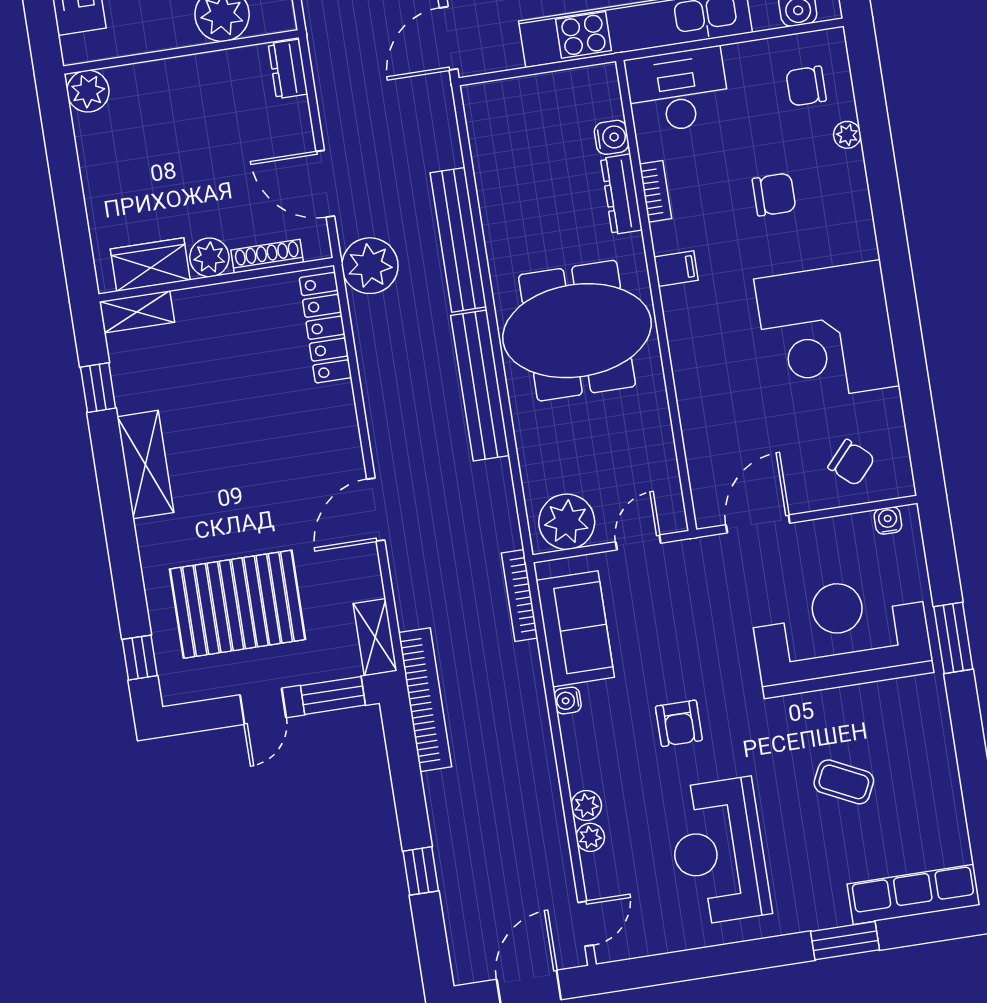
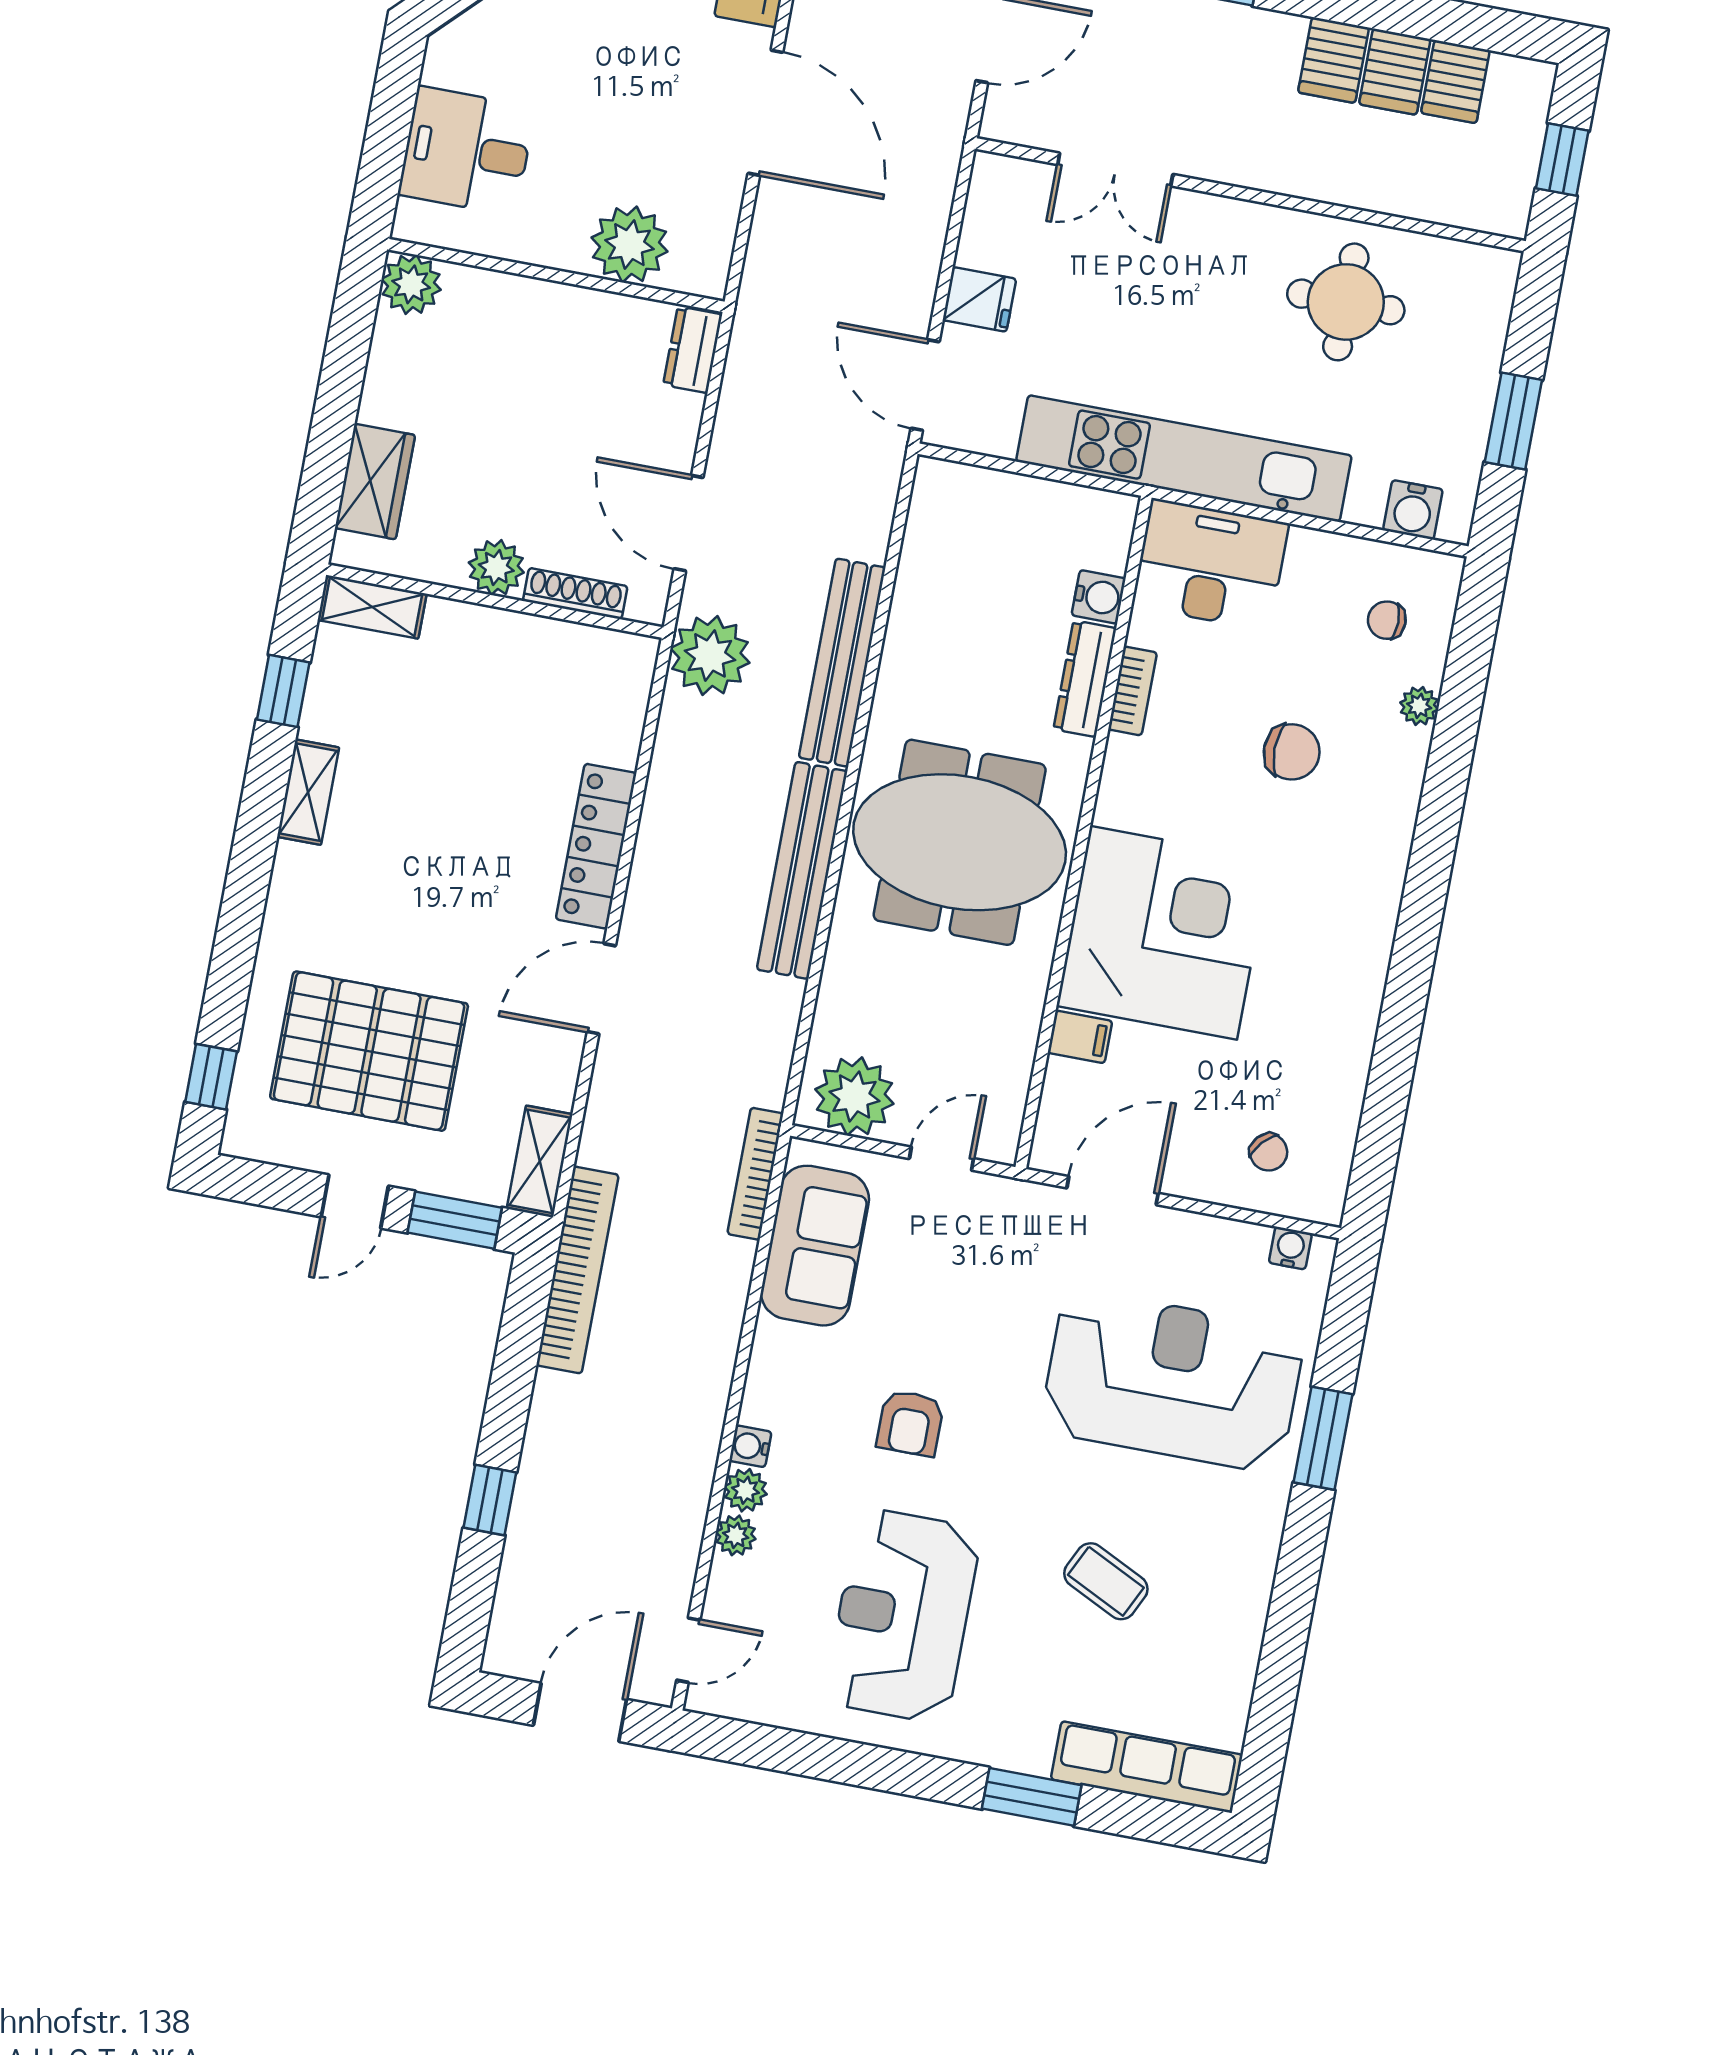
door: (449, 38) -> (925, 385), hinge flipped
chair: (806, 86) -> (1387, 620), width x0.73, depth x0.73
wardrobe: (150, 265) -> (375, 482), moved, turned 90
filing cabinet: (676, 269) -> (1080, 1037), moved
locker: (325, 328) -> (596, 846), moved
corner desk: (827, 332) -> (1164, 933), moved, turned 180
chair: (851, 463) -> (1269, 1152), width x0.73, depth x0.73
shelving: (145, 465) -> (308, 792), width x0.67, depth x0.75
water cooler: (568, 700) -> (750, 1446), moved

